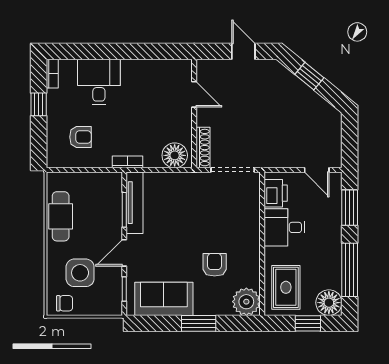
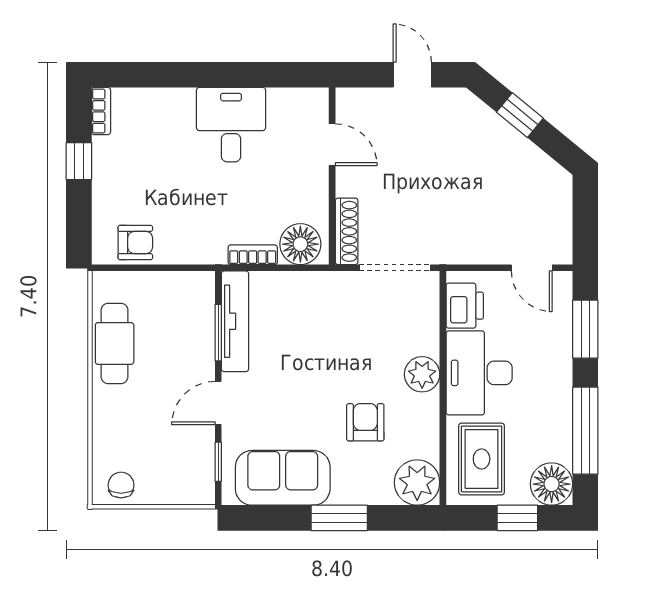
desk: (99, 82) -> (231, 125), moved
armchair: (81, 137) -> (135, 243), moved
bookcase: (128, 162) -> (253, 255), moved
desk: (284, 227) -> (479, 373), width x1.37
plant: (249, 235) -> (422, 374), added
side table: (80, 273) -> (146, 435), removed
chair: (65, 303) -> (121, 485), turned -90

